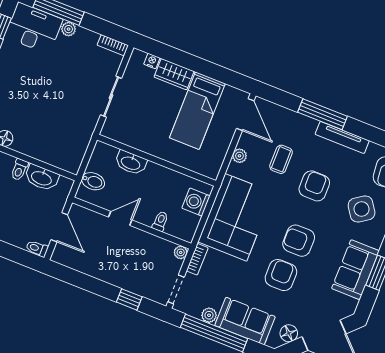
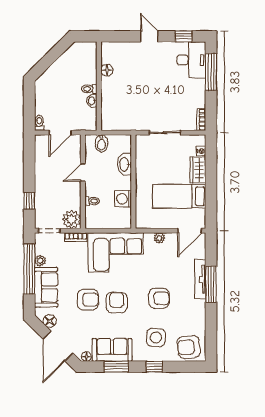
plant: (69, 29) -> (200, 84), removed
tv unit: (342, 137) -> (200, 279), moved
coffee table: (281, 159) -> (168, 268), removed
washbasin: (42, 178) -> (92, 101), width x0.52, depth x0.69
washing machine: (196, 202) -> (123, 199), moved, turned -90
side table: (362, 209) -> (156, 337), turned 37
door: (120, 218) -> (83, 172), swing flipped
plant: (181, 252) -> (72, 219), width x1.88, depth x1.88
floor lamp: (351, 305) -> (86, 356), added

